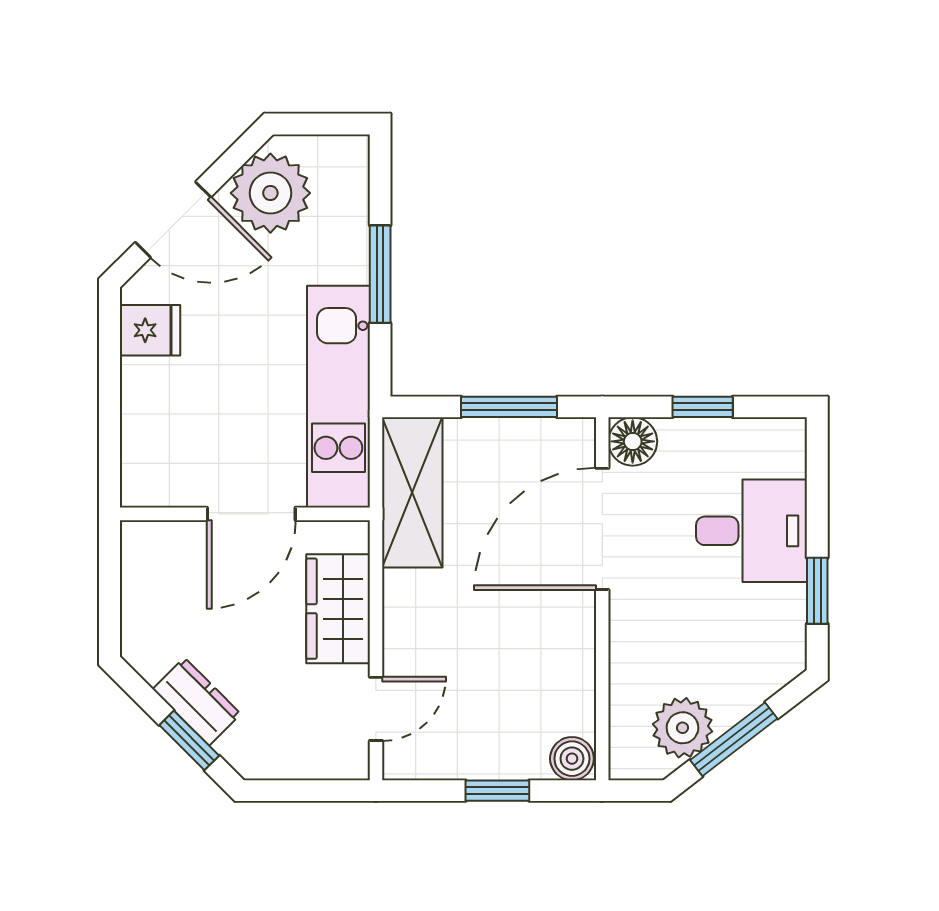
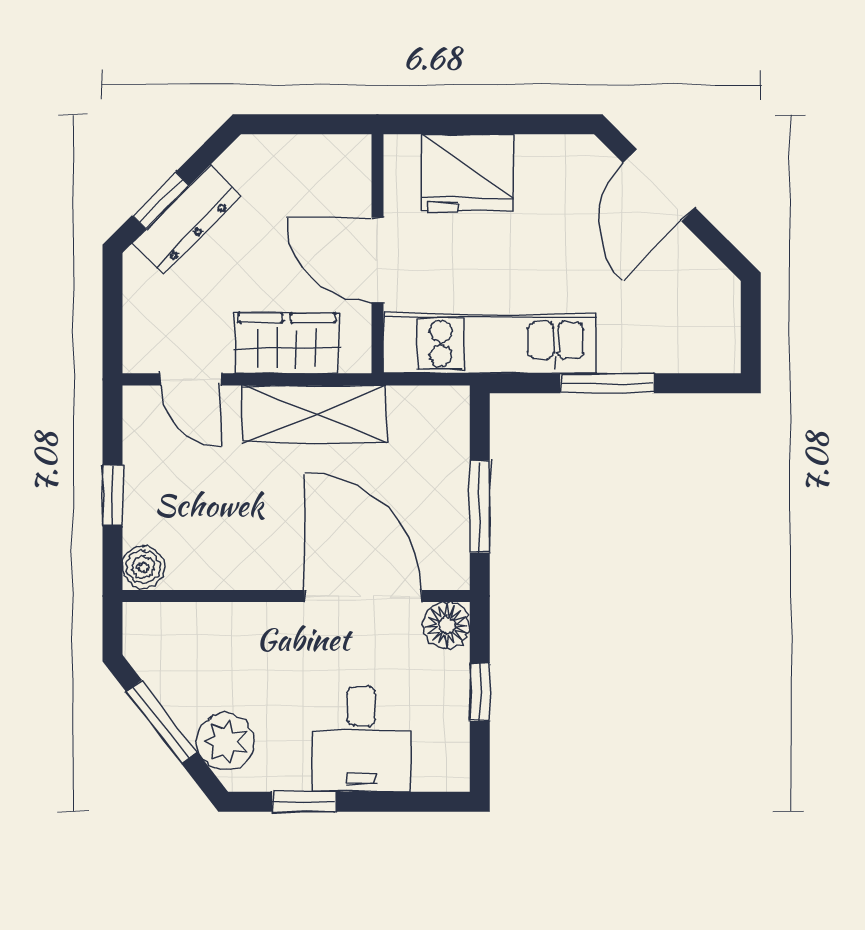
plant: (270, 193) -> (685, 278), removed
fridge: (150, 330) -> (467, 173), moved, width x1.88, depth x1.34
shelving: (412, 492) -> (315, 414), moved
dresser: (197, 701) -> (186, 220), width x1.44
plant: (683, 728) -> (226, 741), moved

